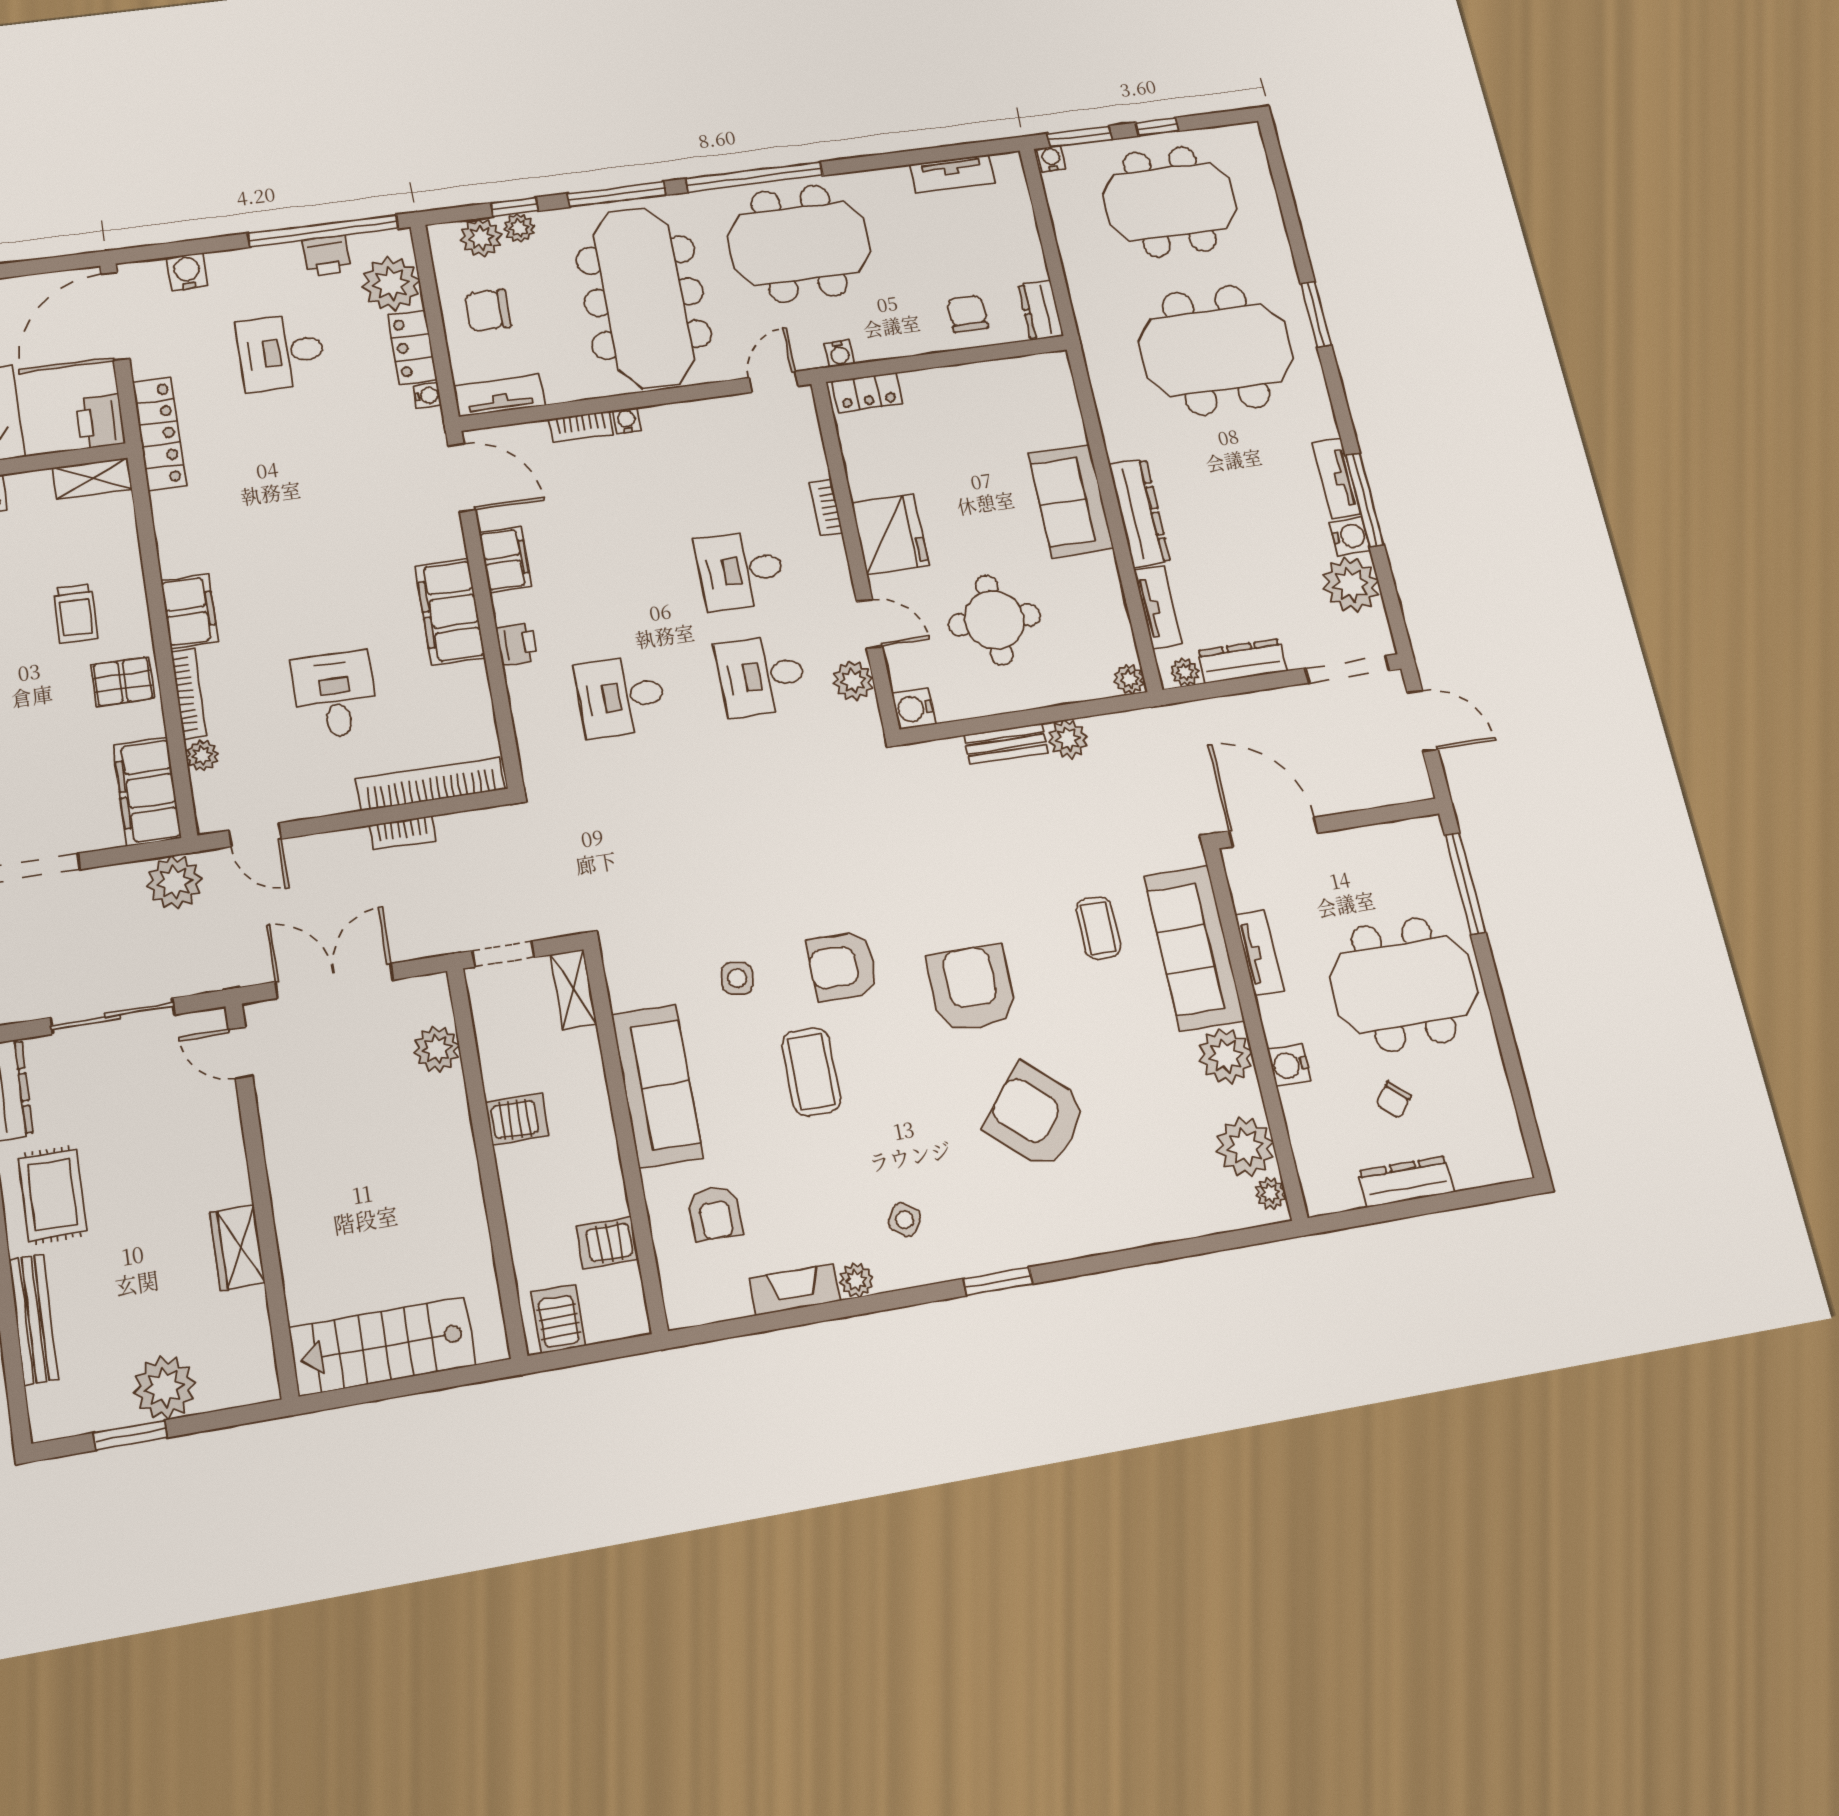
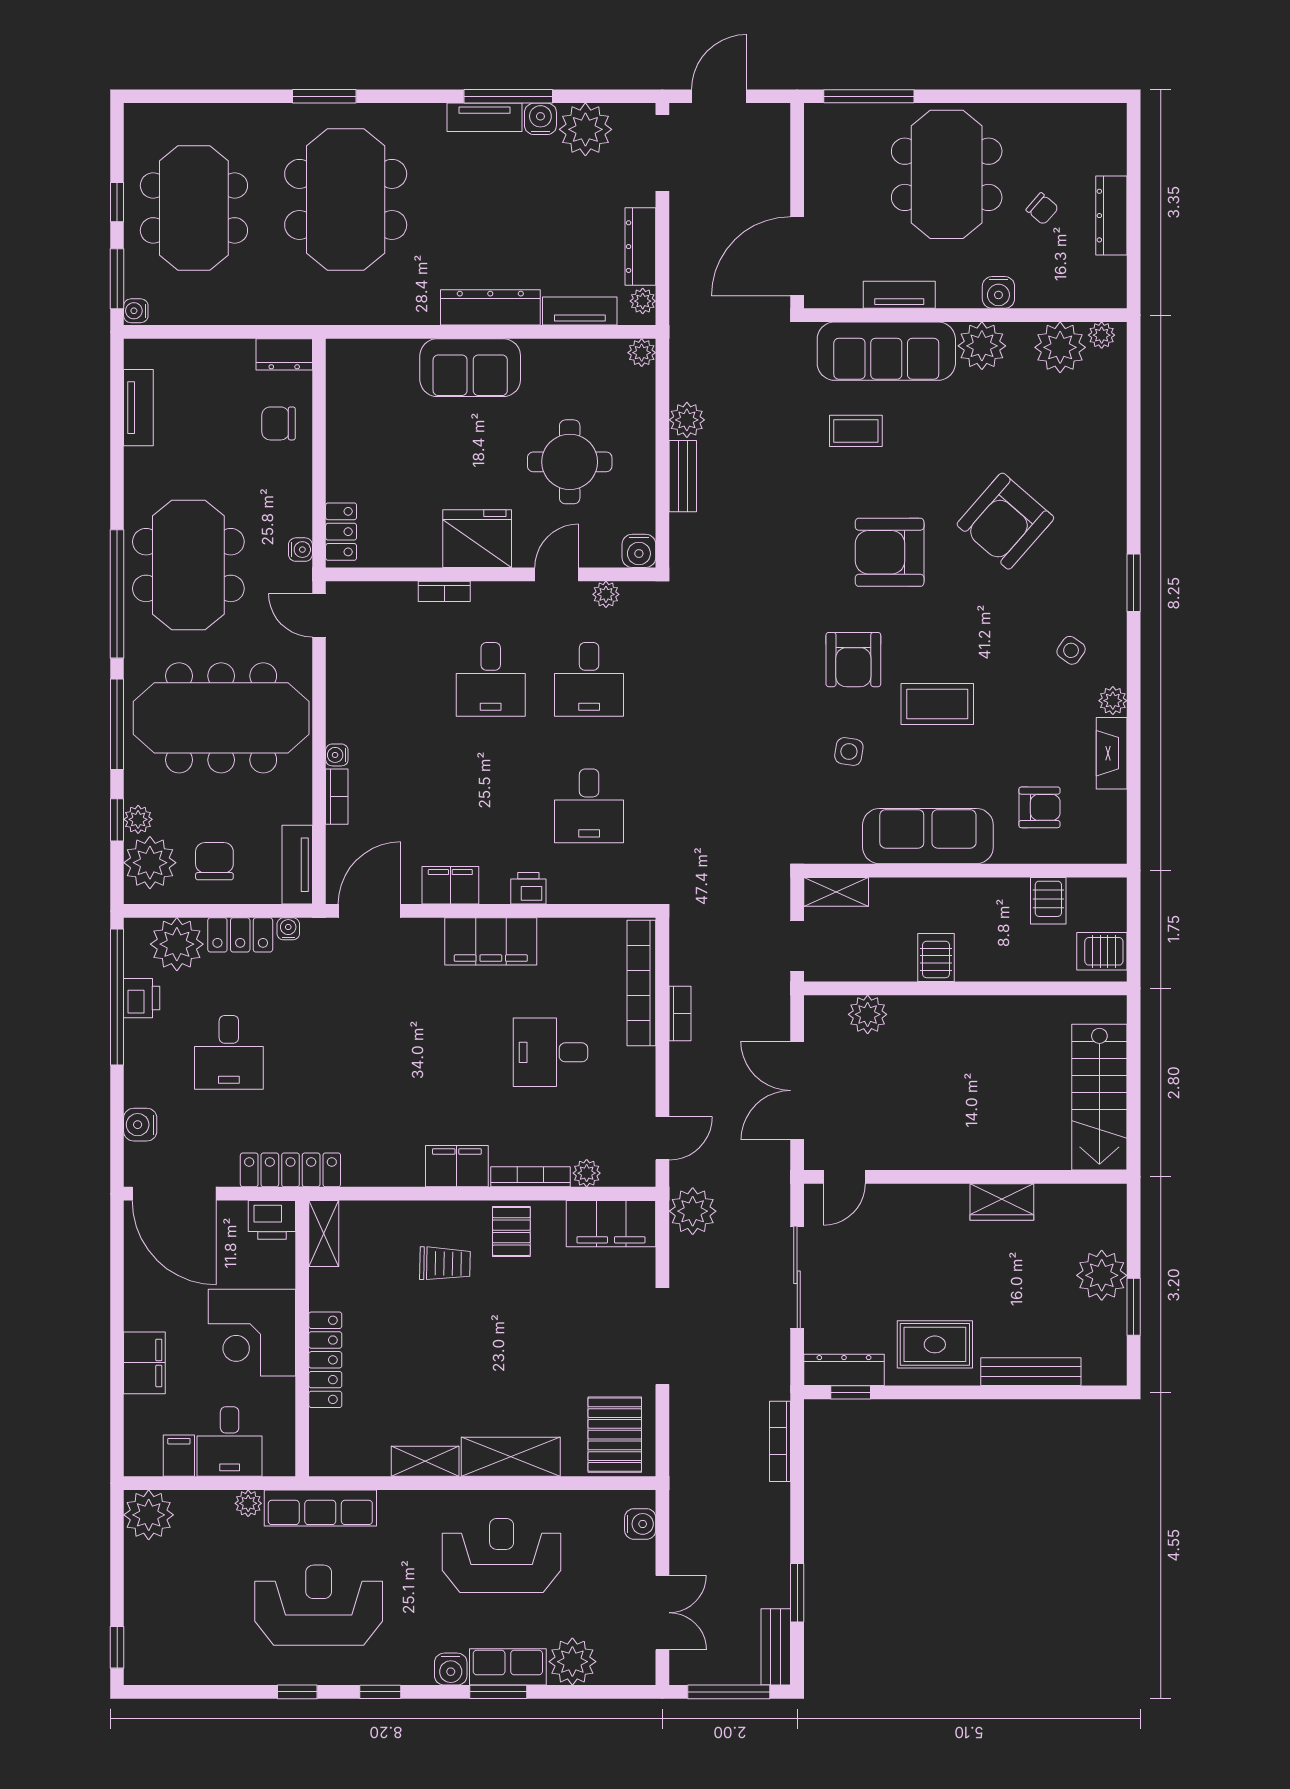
plant: (481, 238) -> (150, 863), width x1.36, depth x1.36
chair: (488, 310) -> (214, 861), turned 180
plant: (853, 681) -> (606, 594), width x0.73, depth x0.73

